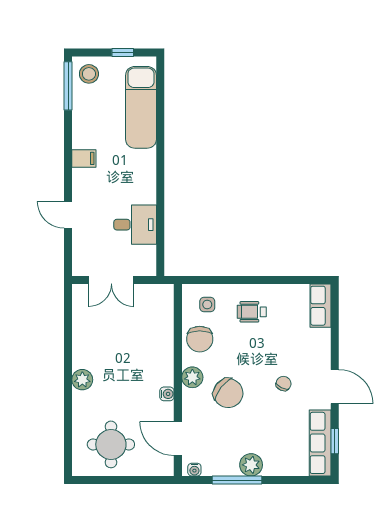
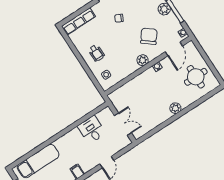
row of seats: (320, 306) -> (78, 21), width x1.48
chair: (200, 339) -> (124, 68), removed
chair: (228, 393) -> (149, 36), moved

